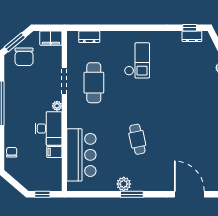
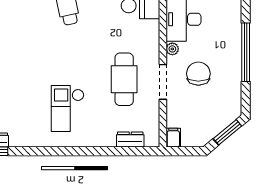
filing cabinet: (51, 38) -> (173, 138), width x0.50
chair: (24, 57) -> (198, 74), moved

